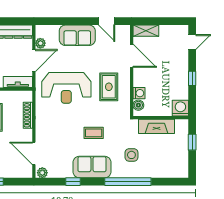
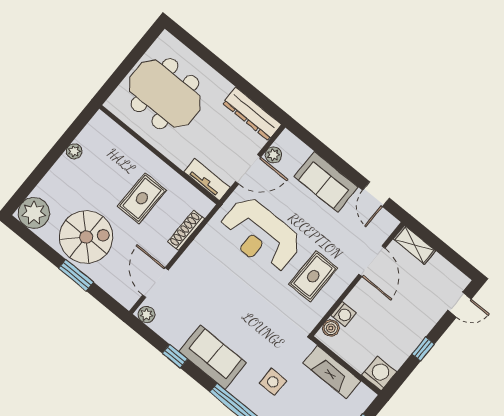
coffee table: (94, 133) -> (249, 317), removed

